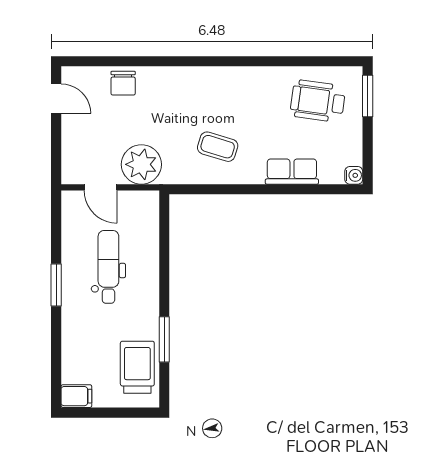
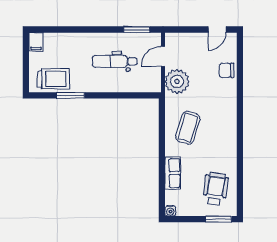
coffee table: (218, 147) -> (188, 128), width x1.36, depth x1.30
dental chair: (108, 267) -> (115, 61), turned 180
window: (56, 285) -> (137, 29), moved

